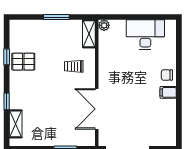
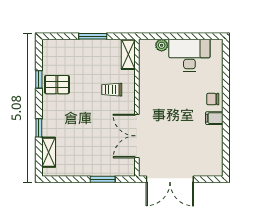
plant: (104, 25) -> (162, 45), moved

